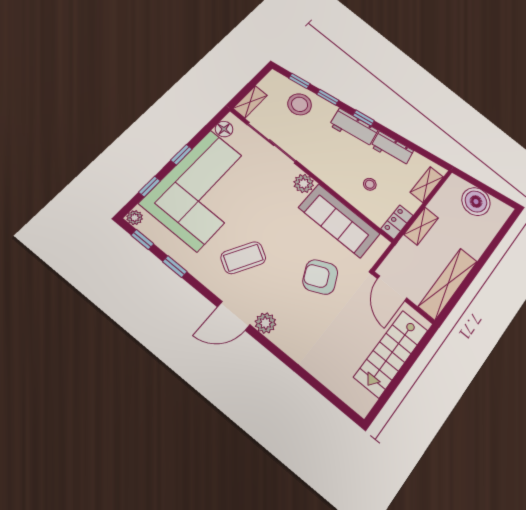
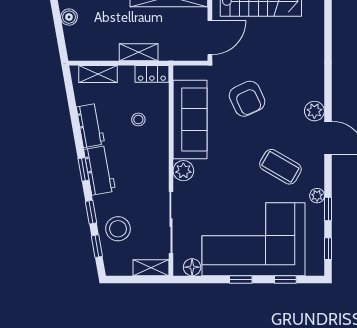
boiler: (476, 202) -> (69, 17), width x0.54, depth x0.54
plant: (135, 218) -> (317, 196), moved

